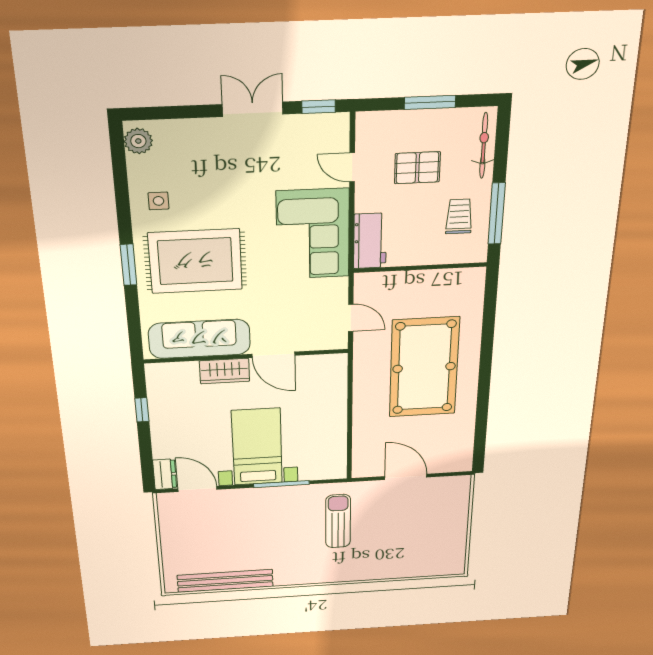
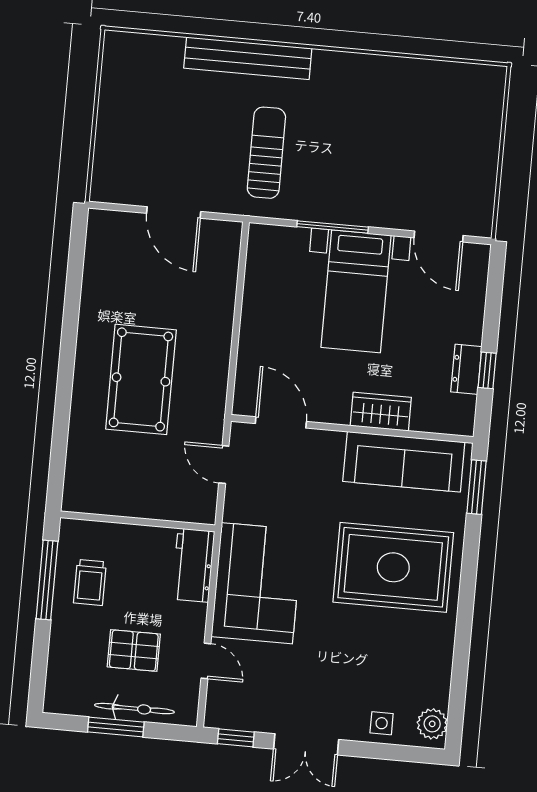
bicycle: (484, 146) -> (134, 709), moved, turned -90
side table: (158, 201) -> (382, 723), moved
window: (128, 265) -> (477, 487), moved
door: (273, 355) -> (281, 422), moved
pool table: (424, 368) -> (141, 379), width x0.73, depth x0.76
dresser: (165, 474) -> (466, 369), moved
sun lounger: (338, 521) -> (266, 153), turned 180
bench: (225, 581) -> (248, 58), moved

